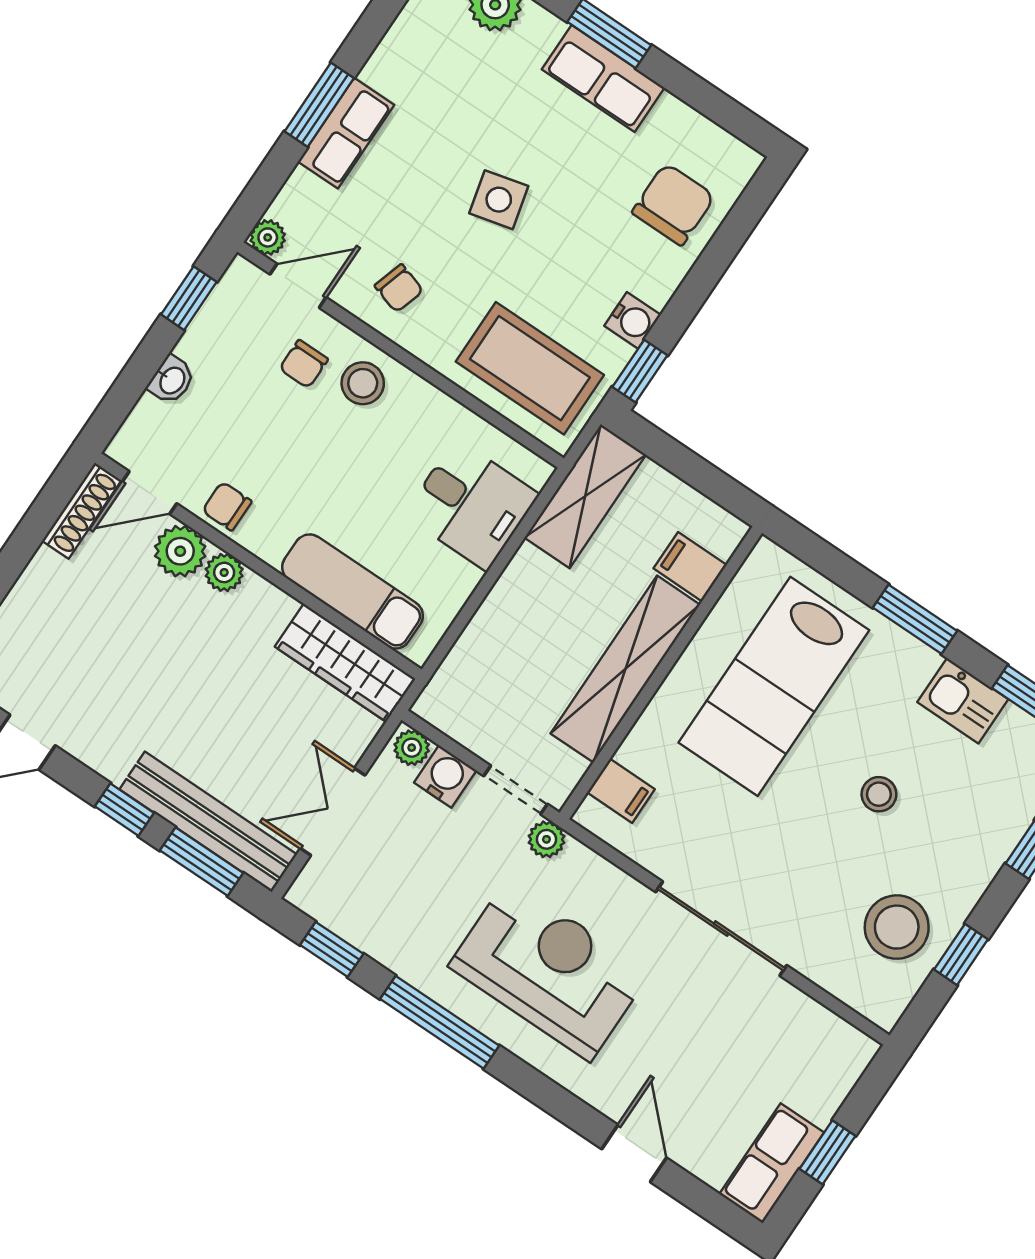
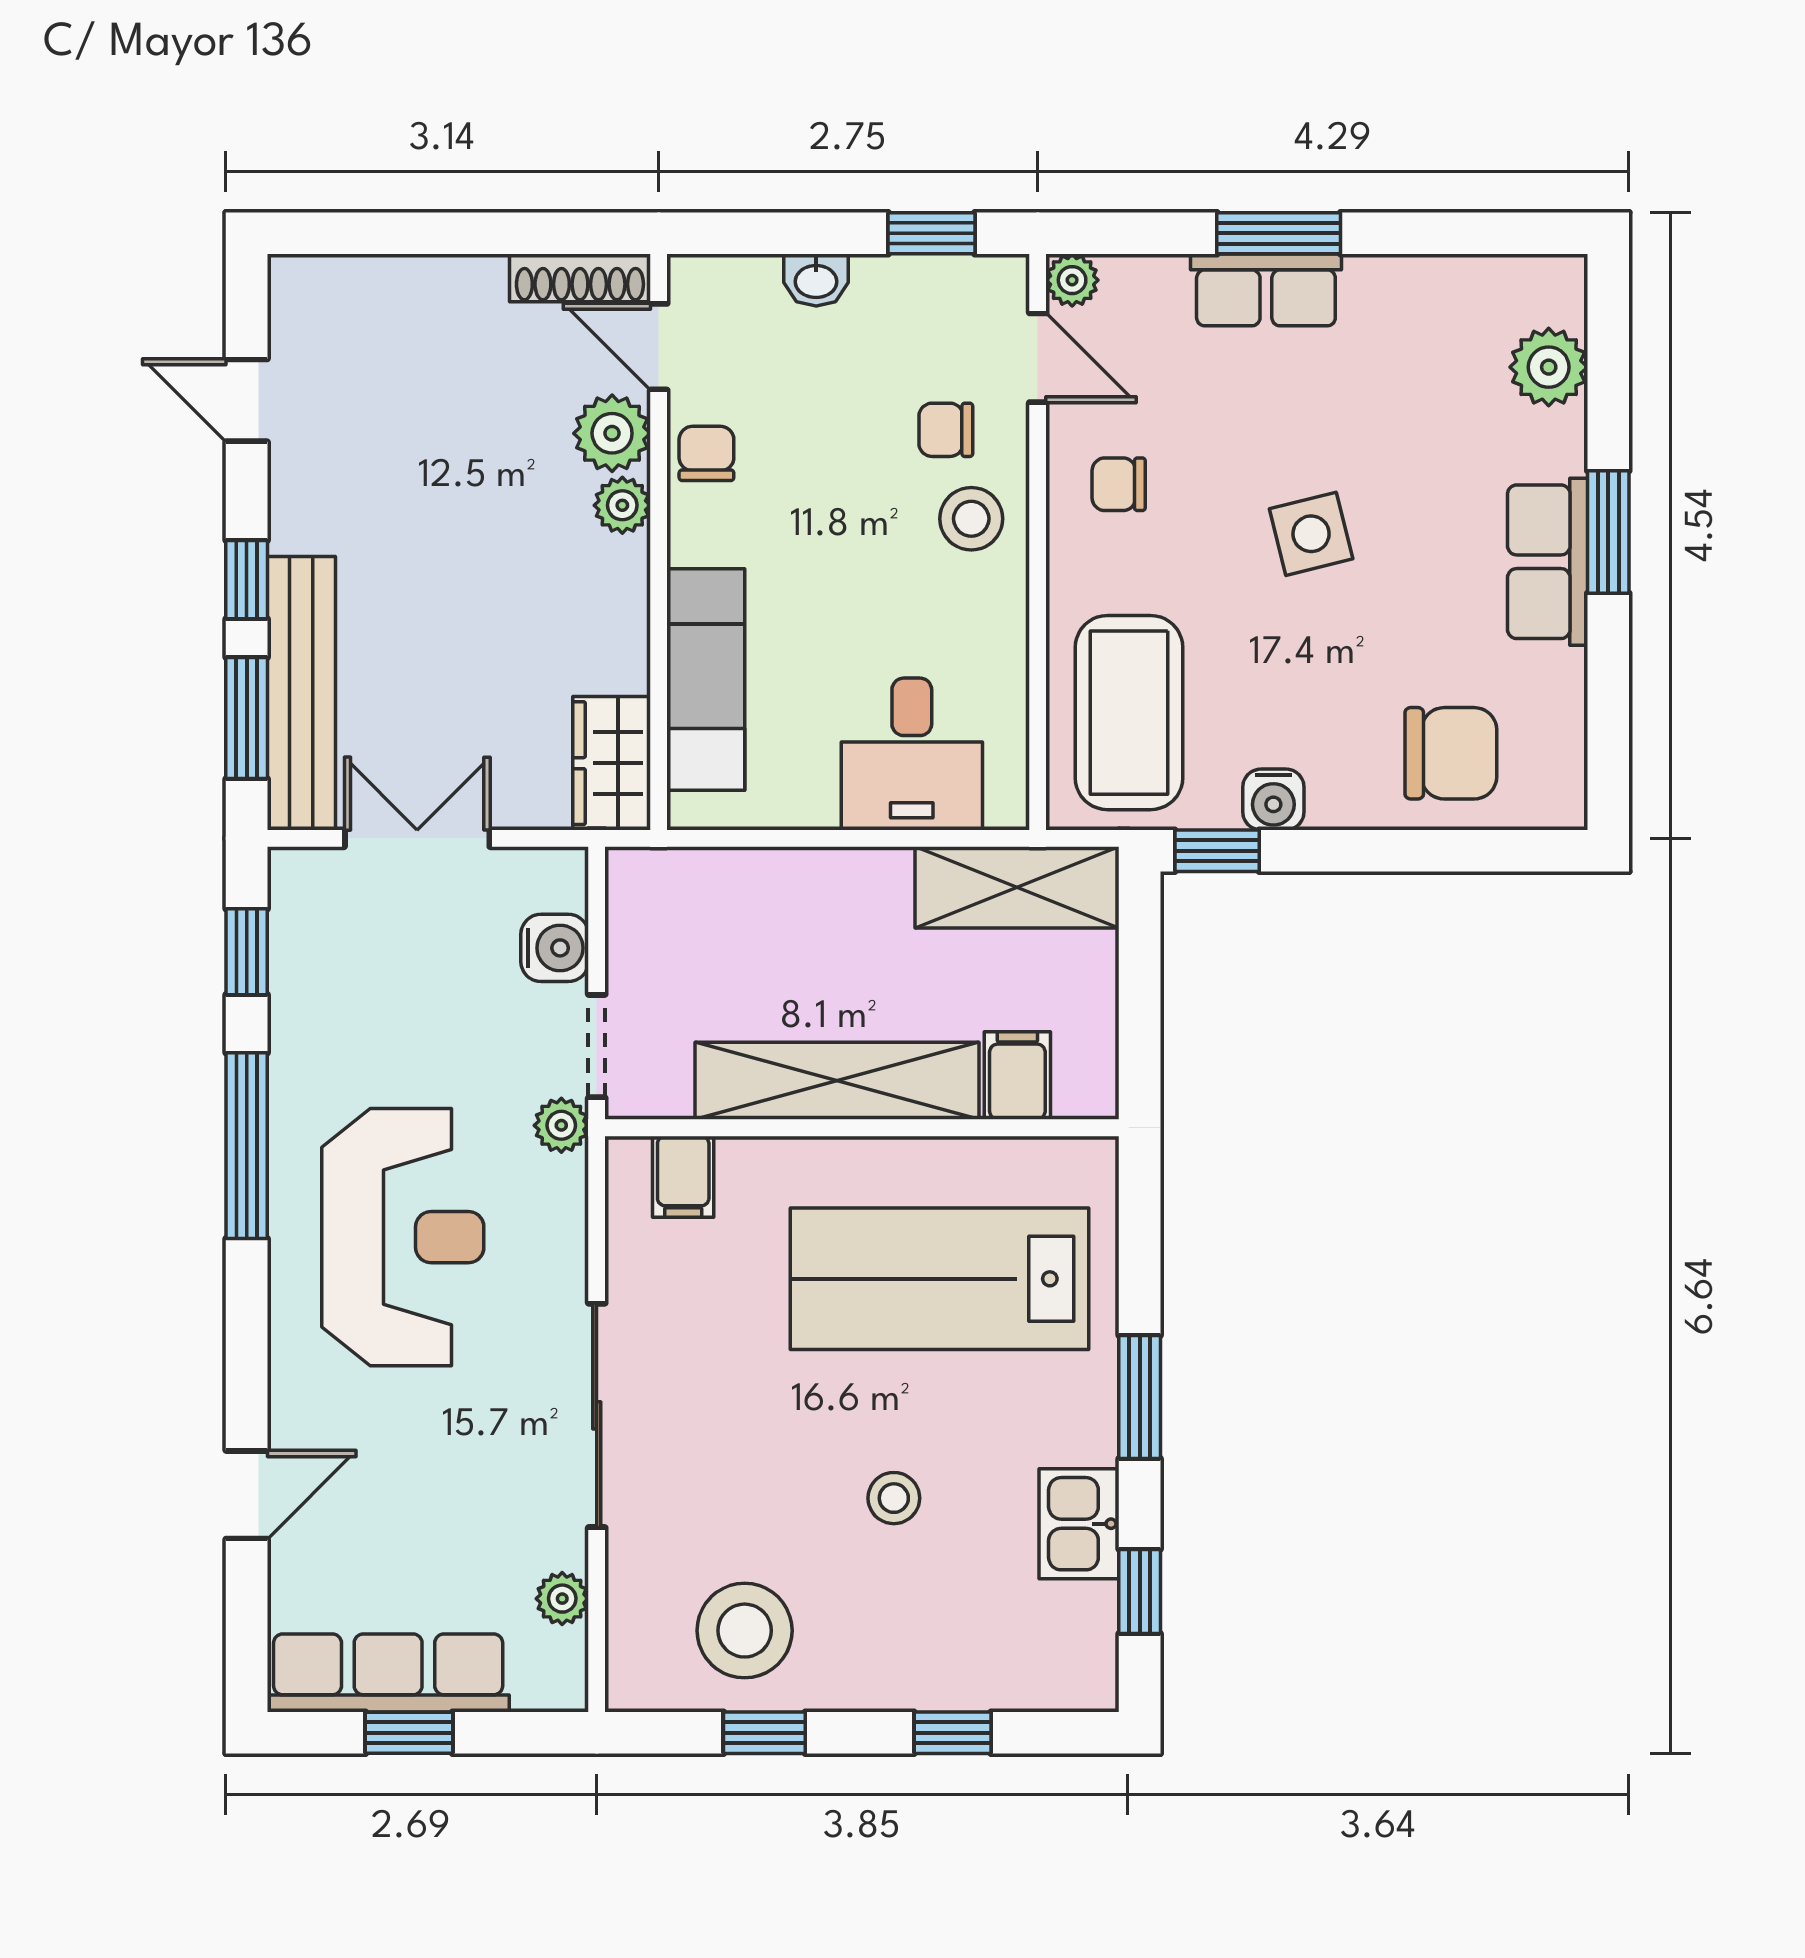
chair: (399, 288) -> (1119, 484), turned 73
wardrobe: (345, 663) -> (612, 763), width x0.67
plant: (412, 748) -> (562, 1599), moved
row of seats: (772, 1163) -> (388, 1673), width x1.48

